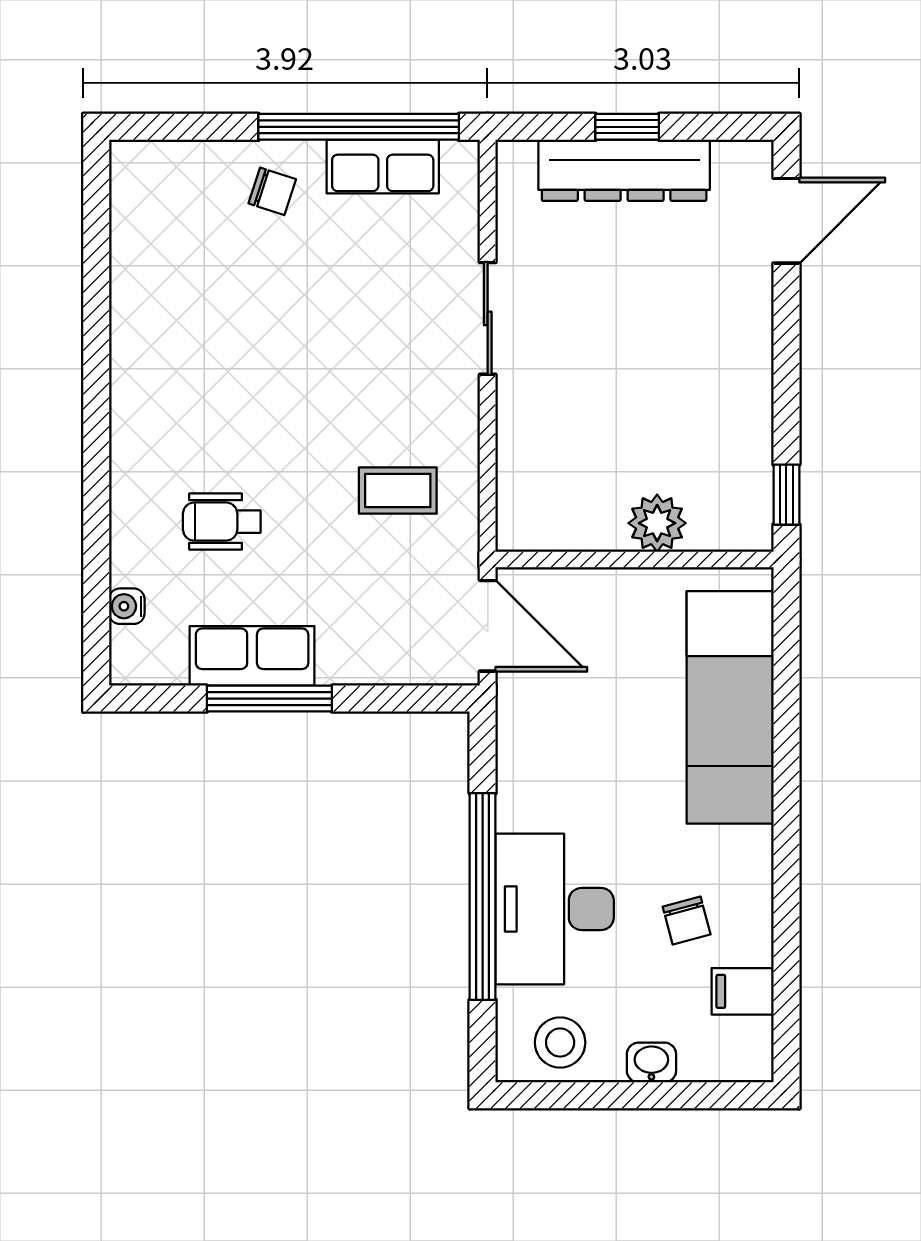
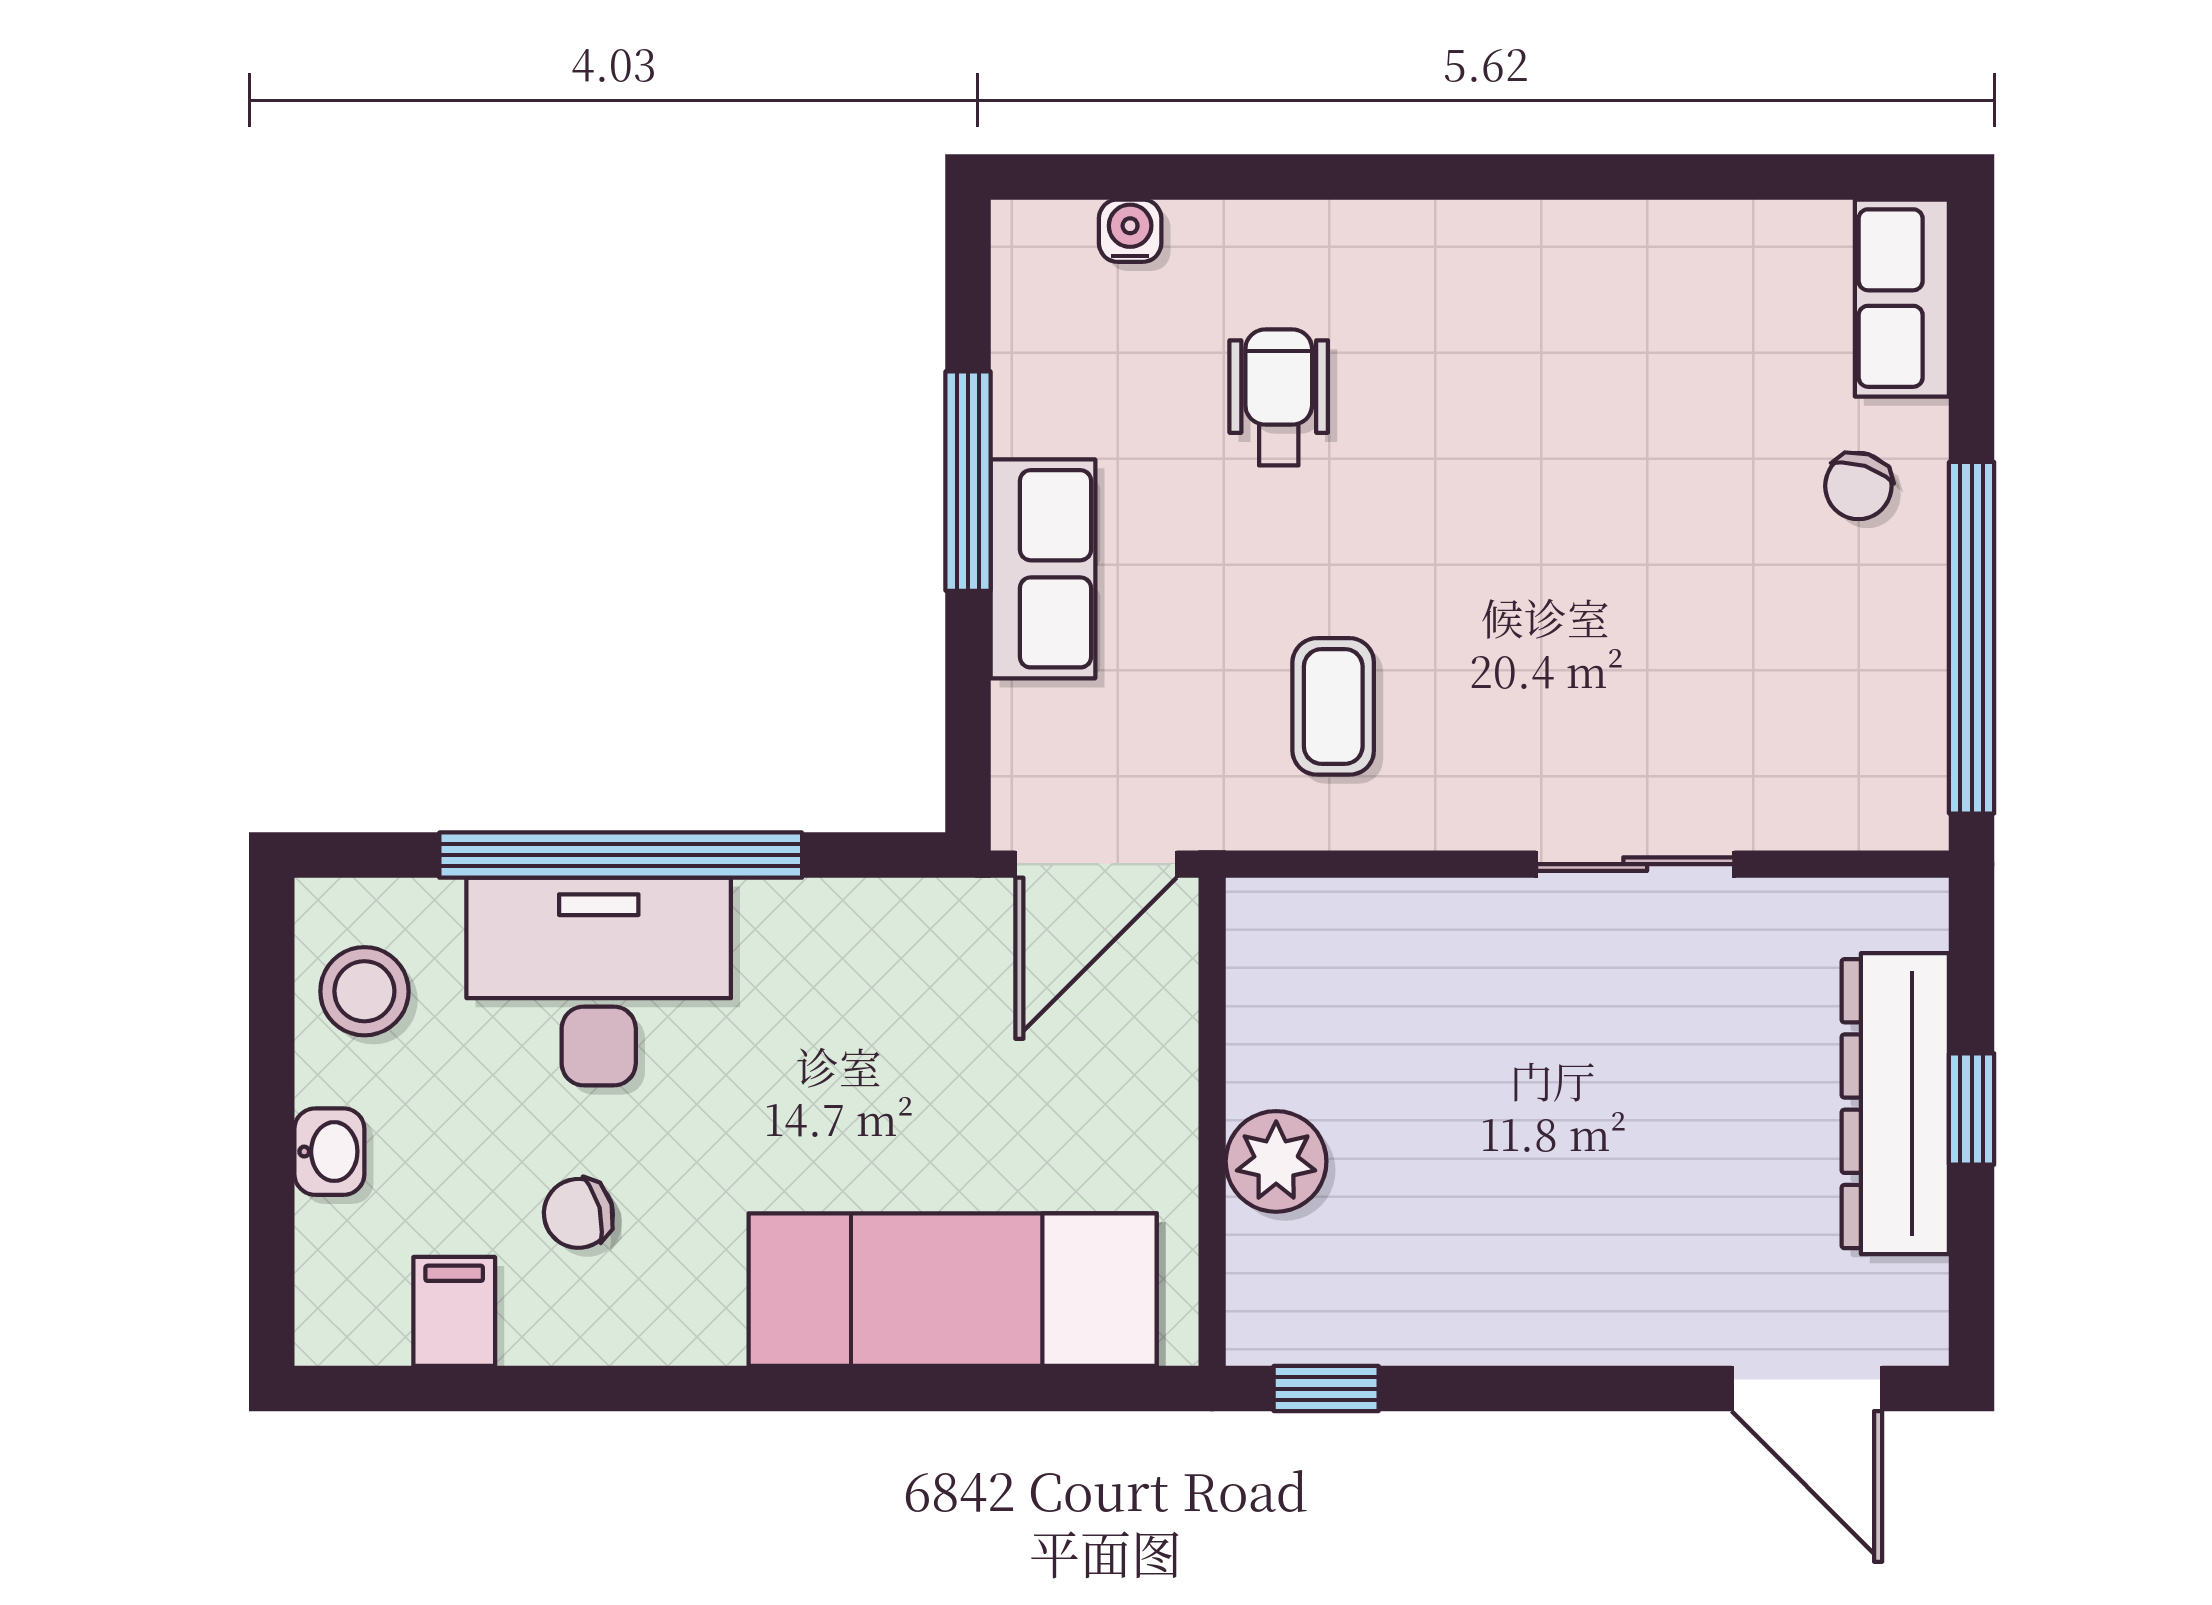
row of seats: (383, 166) -> (1902, 298), moved
row of seats: (252, 656) -> (1043, 569), moved

